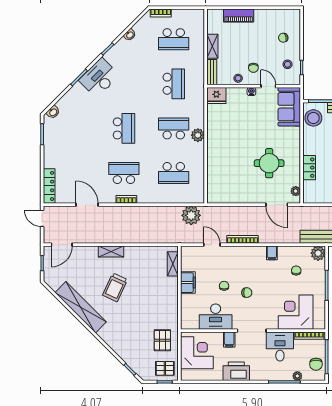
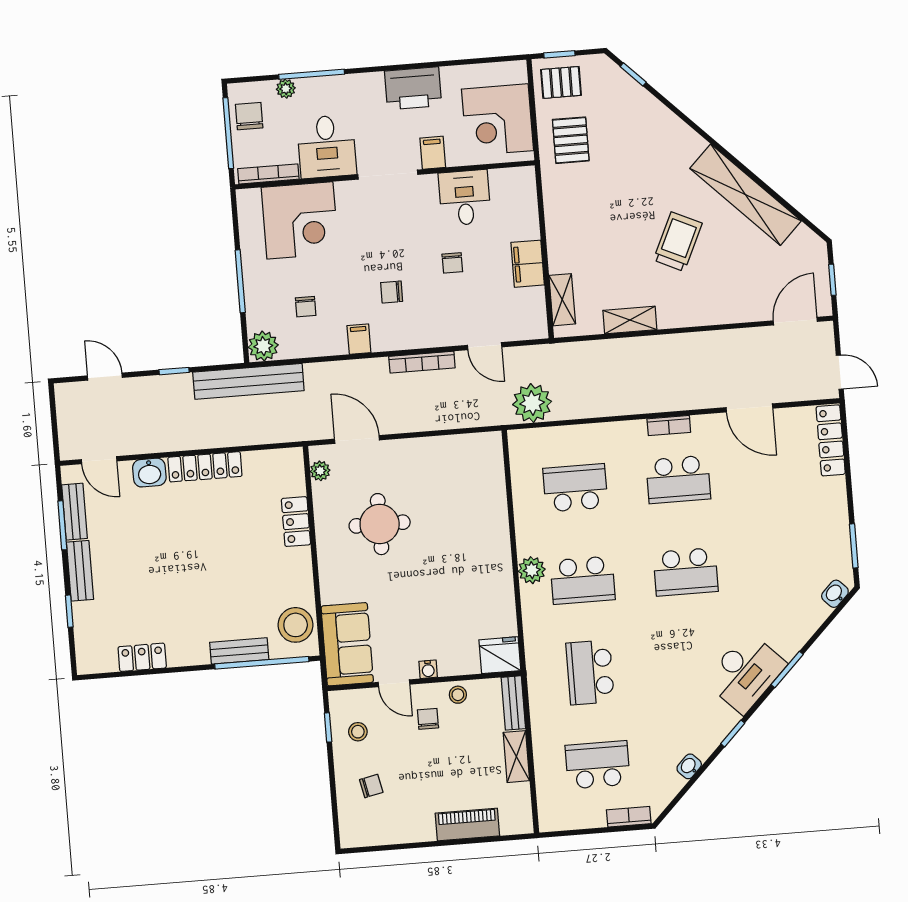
school desk: (124, 128) -> (686, 572), turned -90
shelving: (111, 252) -> (630, 320), moved
chair: (247, 293) -> (392, 292), moved
desk: (216, 317) -> (465, 198), width x0.73

